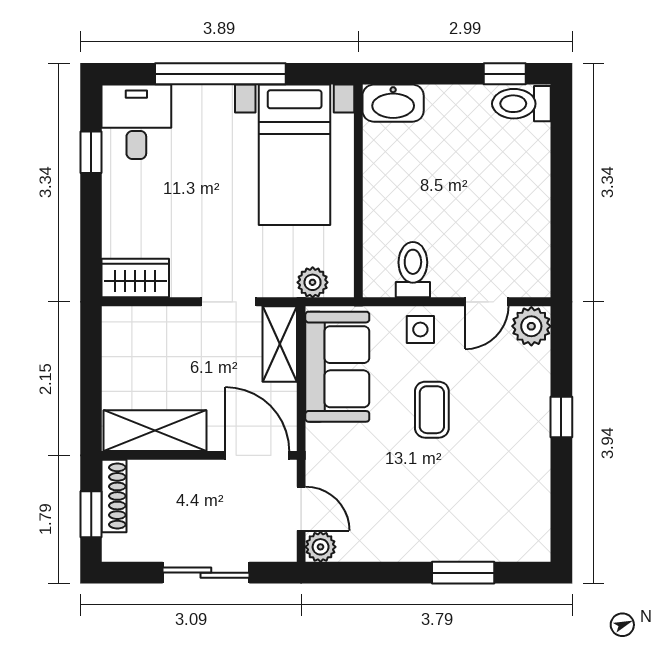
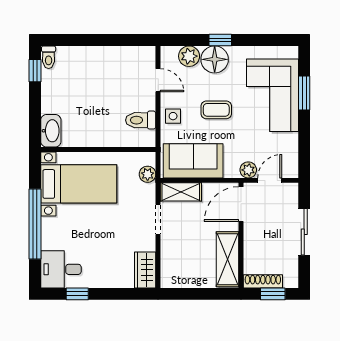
toilet: (521, 104) -> (49, 57), width x0.73, depth x0.72
plant: (531, 326) -> (189, 56), moved
floor lamp: (525, 407) -> (215, 59), added
corner sofa: (459, 514) -> (272, 95), added
plant: (321, 547) -> (248, 170), moved

